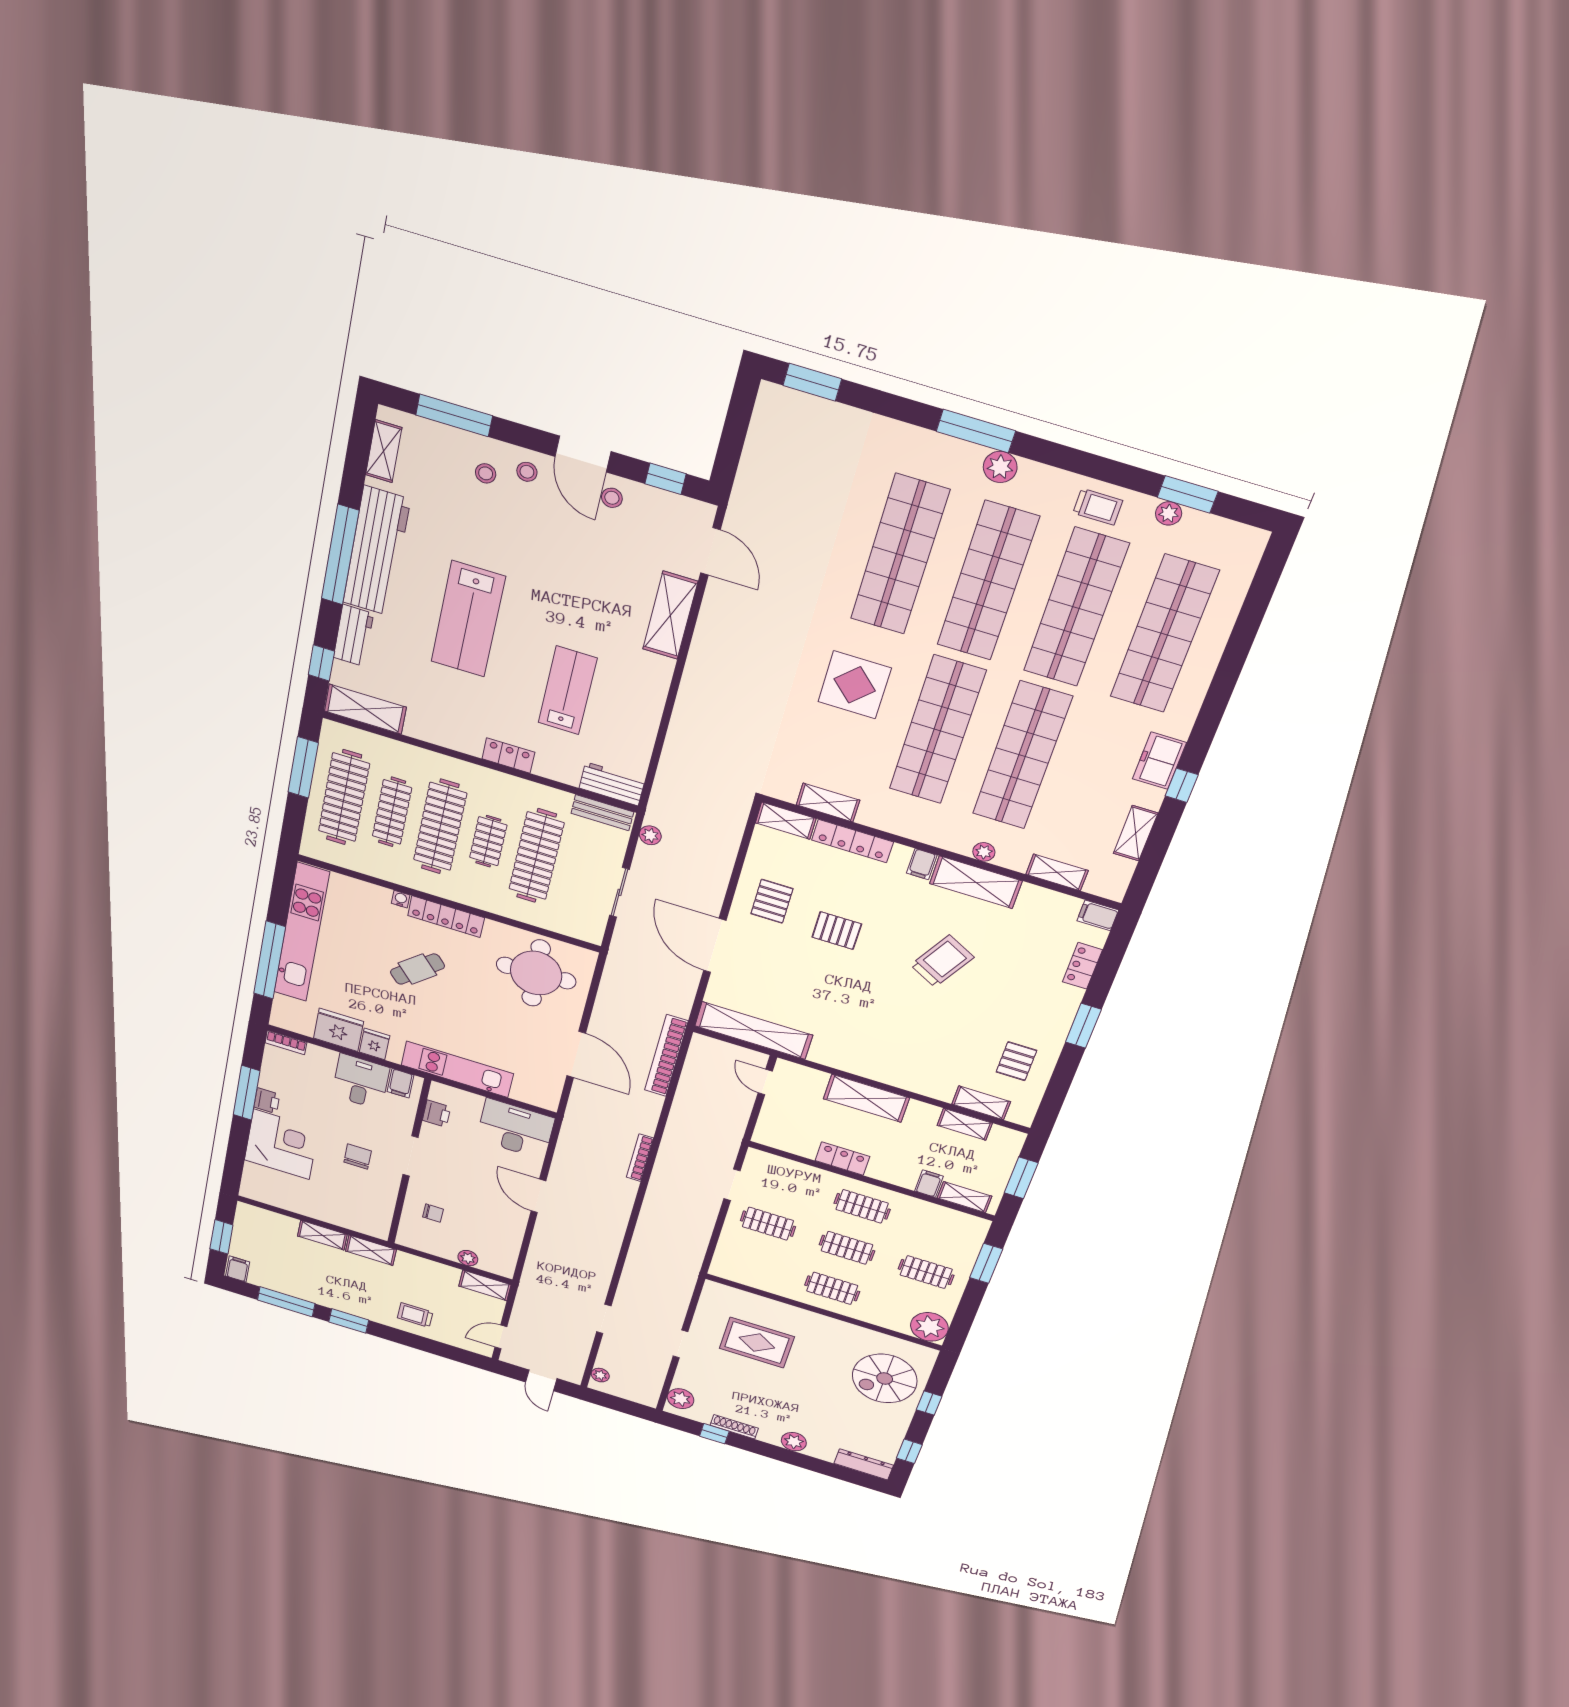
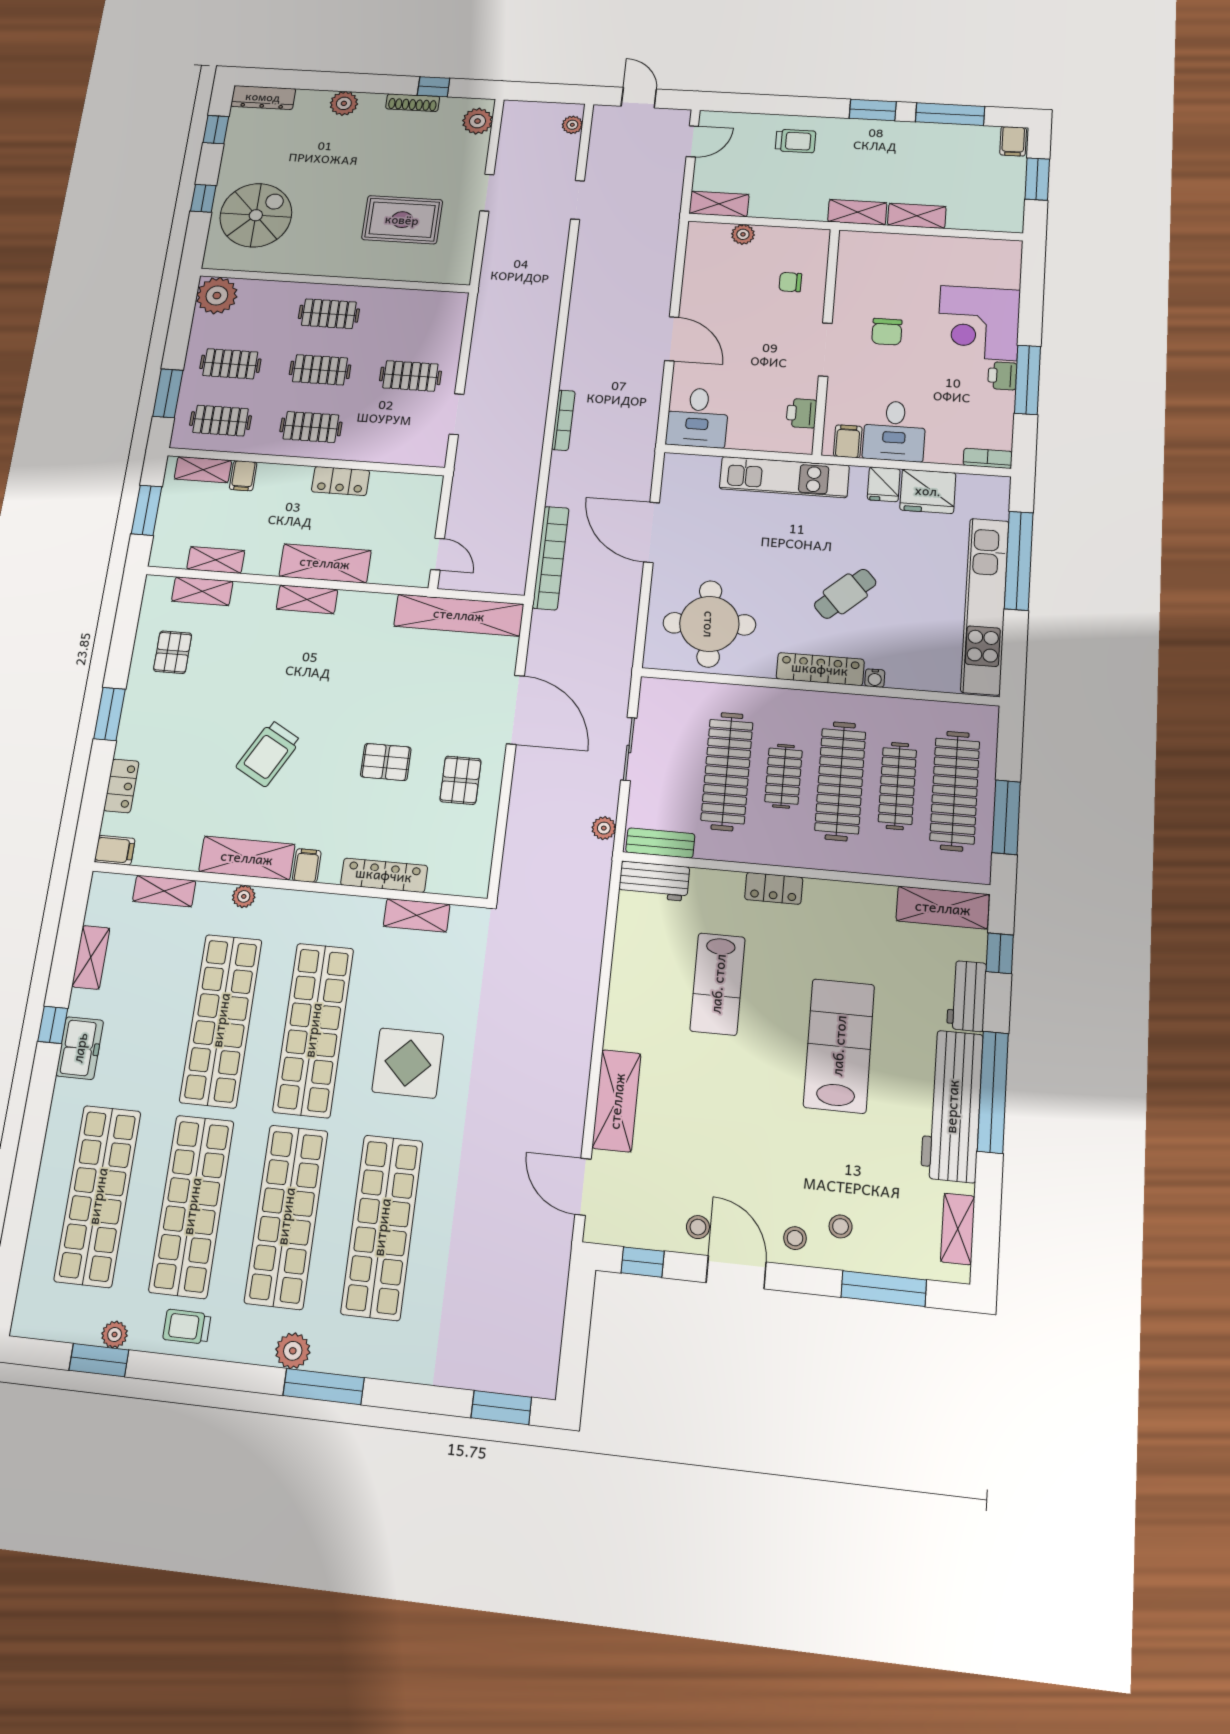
shelving: (786, 821) -> (307, 599), moved
desk: (515, 1129) -> (697, 417), width x0.73
clothes rail: (942, 1231) -> (220, 421), added

